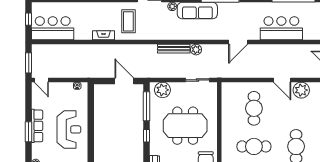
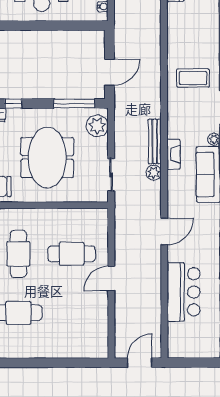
fireplace: (103, 35) -> (173, 154), moved
door: (238, 42) -> (164, 231), swing flipped
door: (282, 80) -> (111, 279), moved
plant: (301, 90) -> (97, 320), removed
window: (146, 136) -> (13, 104), moved

